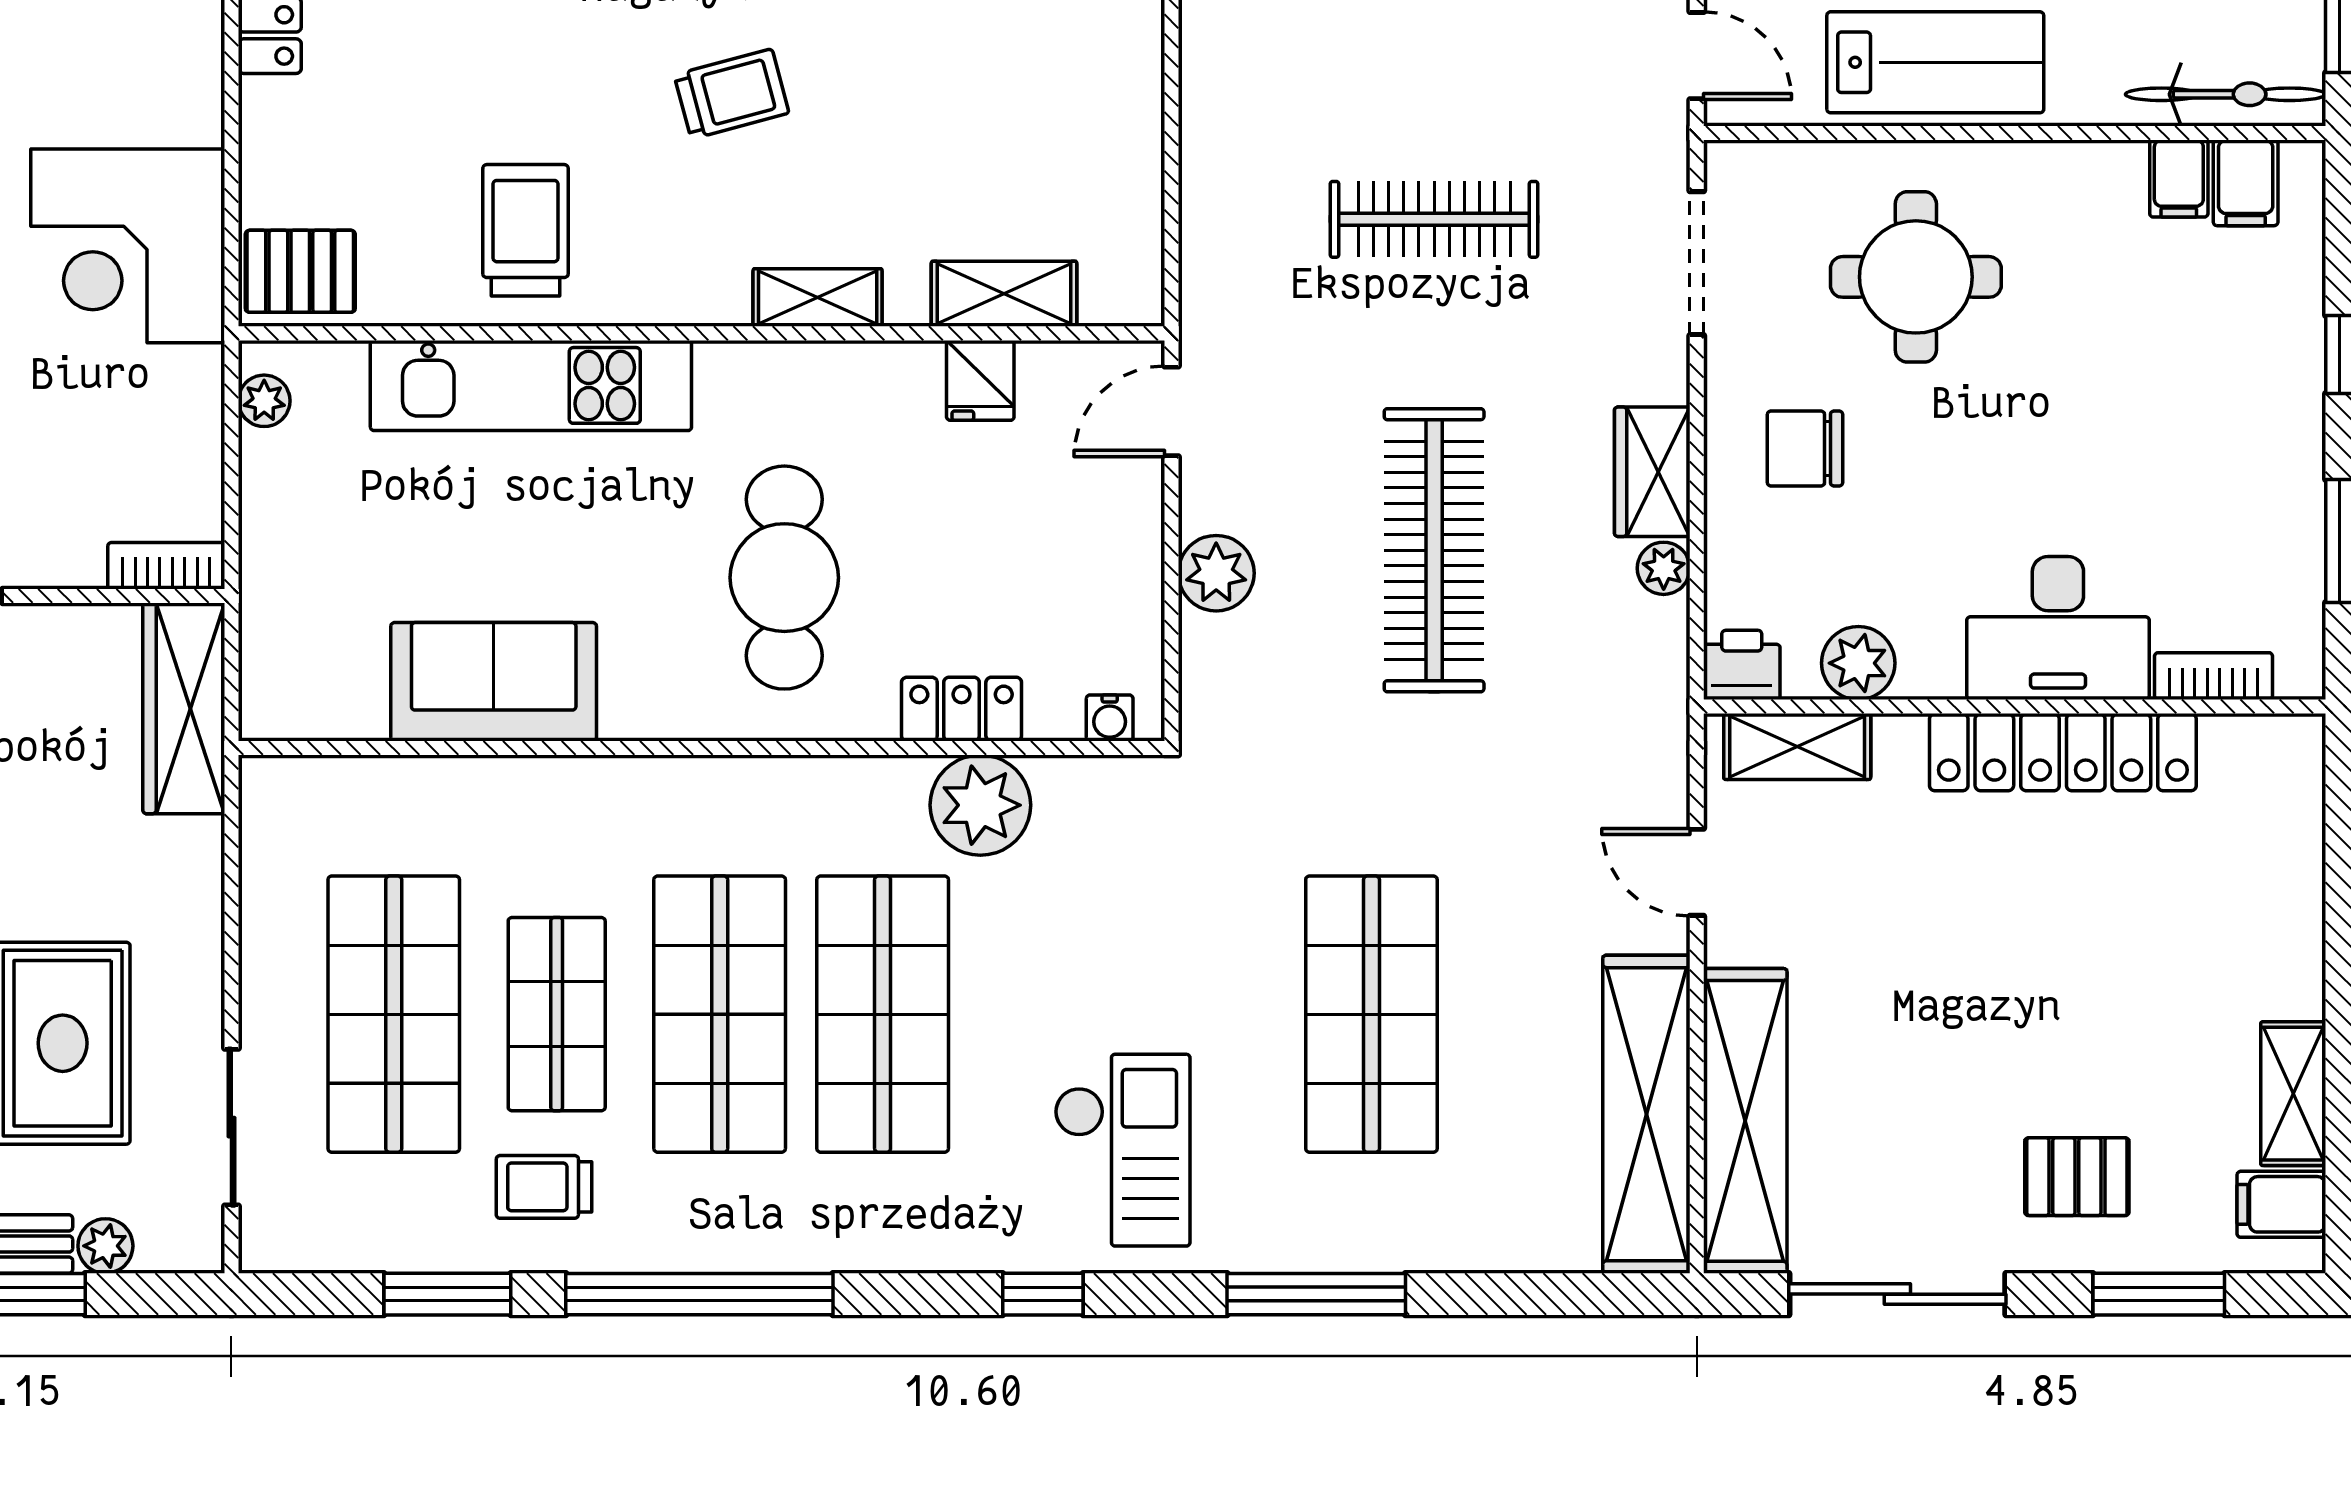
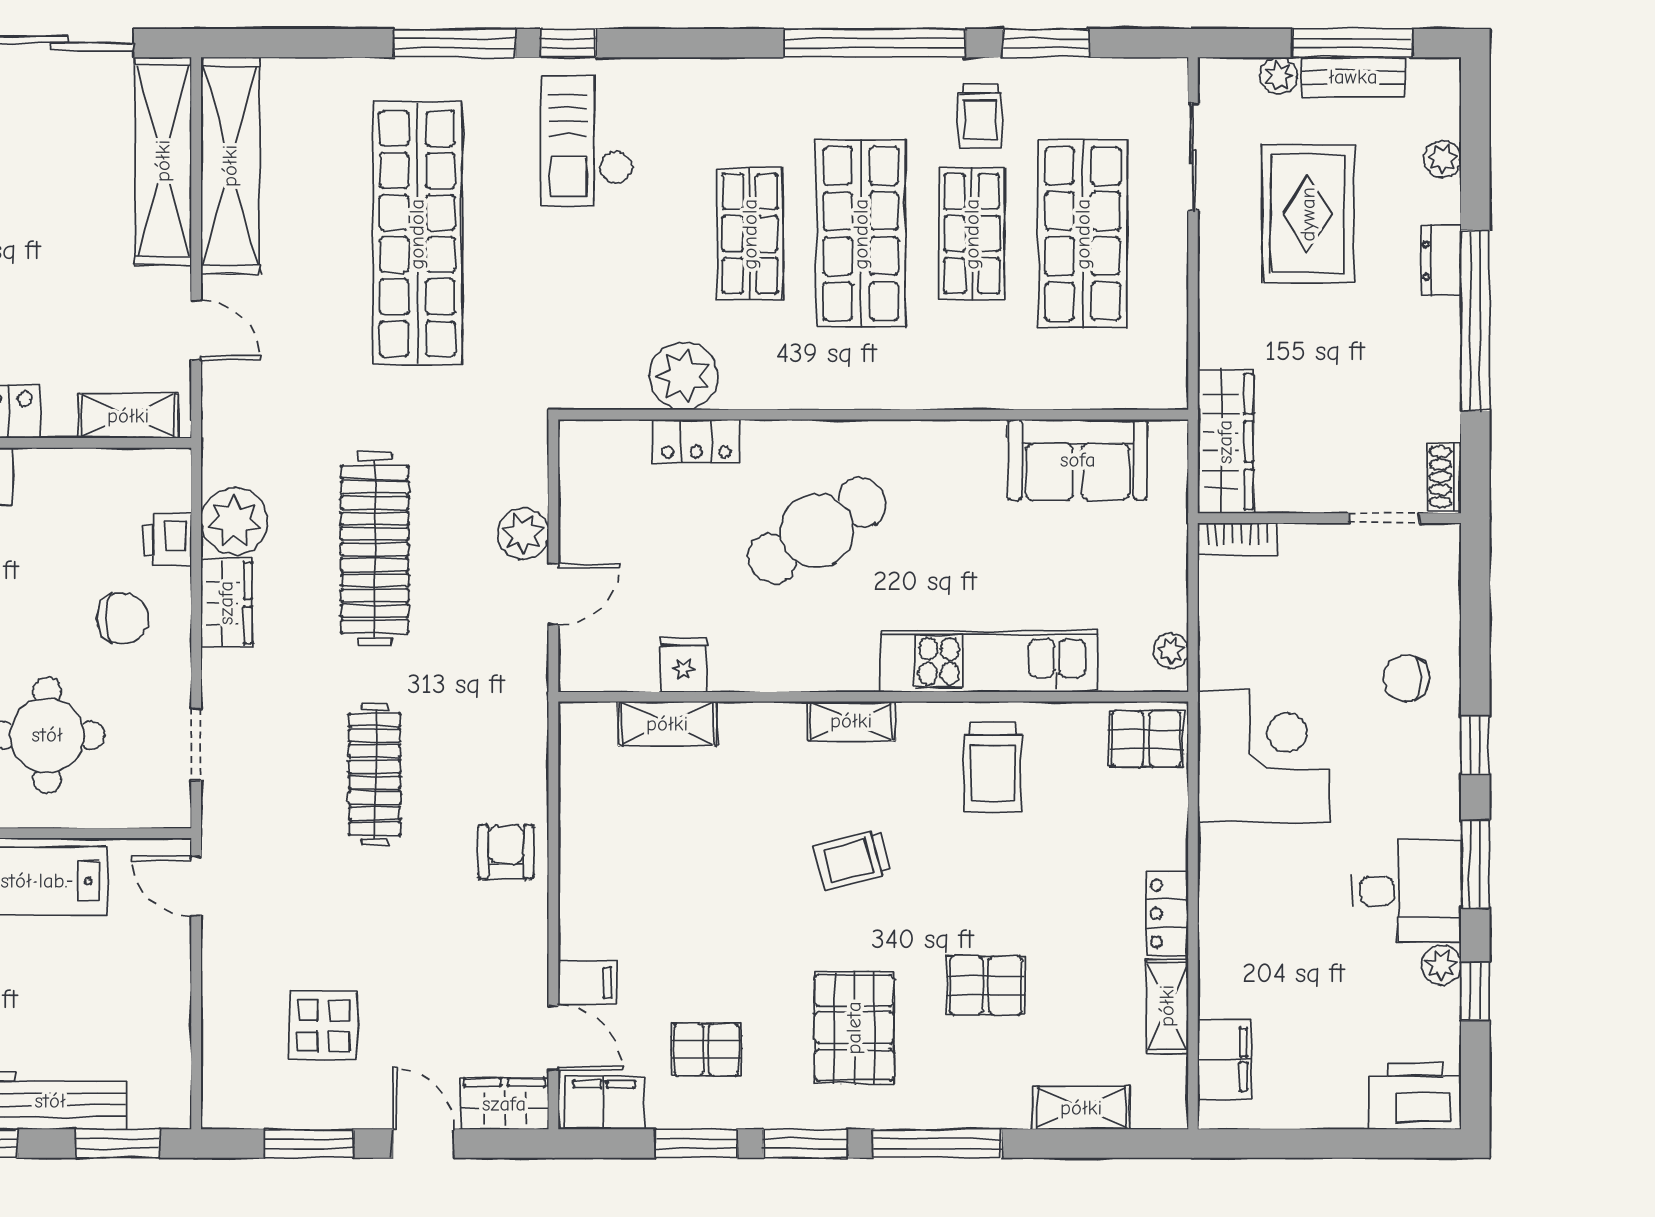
armchair: (1241, 105) -> (506, 852), added
clothes rail: (1434, 219) -> (375, 774), turned 90
doorway: (1697, 263) -> (196, 745), width x0.73
shelving: (818, 297) -> (851, 721), moved
door: (1171, 411) -> (553, 594), moved
plant: (1664, 568) -> (234, 521), width x1.87, depth x1.87
cafe table: (784, 578) -> (817, 531), turned 58
plant: (1858, 663) -> (86, 472), removed
printer: (1742, 665) -> (168, 540), moved, turned 90
sofa: (494, 682) -> (1078, 460), moved
water cooler: (1110, 718) -> (595, 435), removed
shop shelf: (883, 1014) -> (750, 234), width x0.70, depth x0.74
shop shelf: (1371, 1014) -> (417, 234), width x1.40
trolley: (544, 1187) -> (980, 116), turned 90
window: (1043, 1294) -> (568, 43), moved

